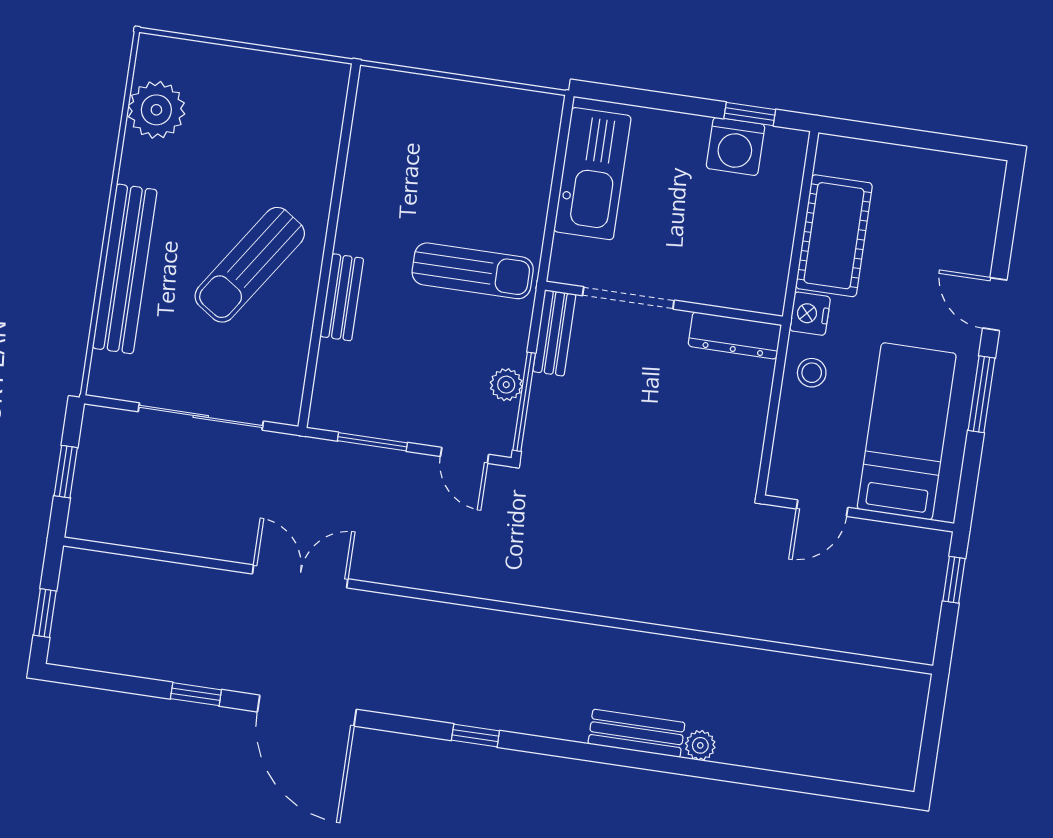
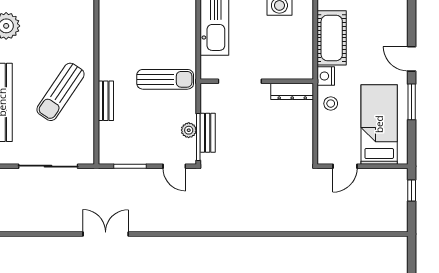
bench: (554, 333) -> (208, 133), moved

